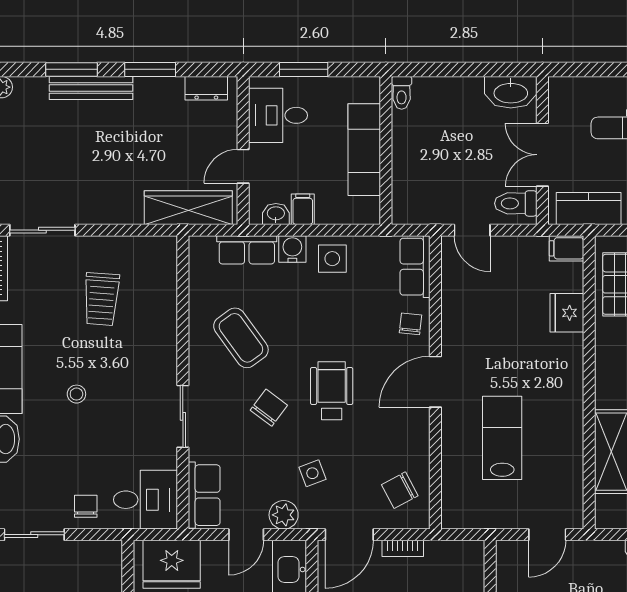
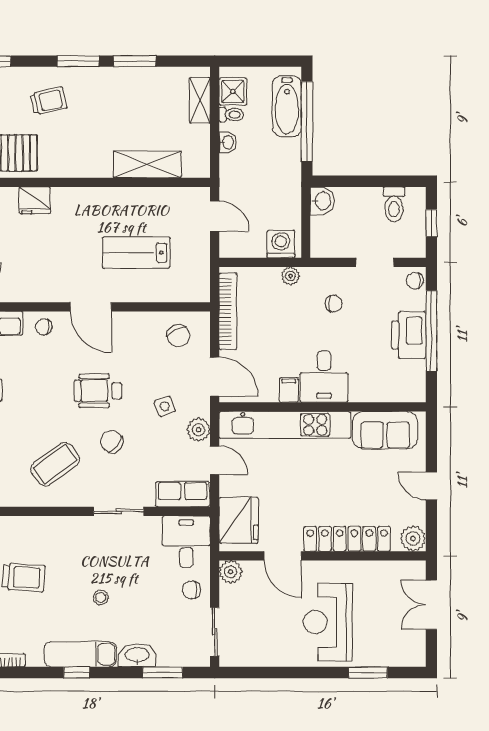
bookcase: (403, 548) -> (228, 311), width x2.31, depth x1.31
plant: (108, 554) -> (231, 572), added

